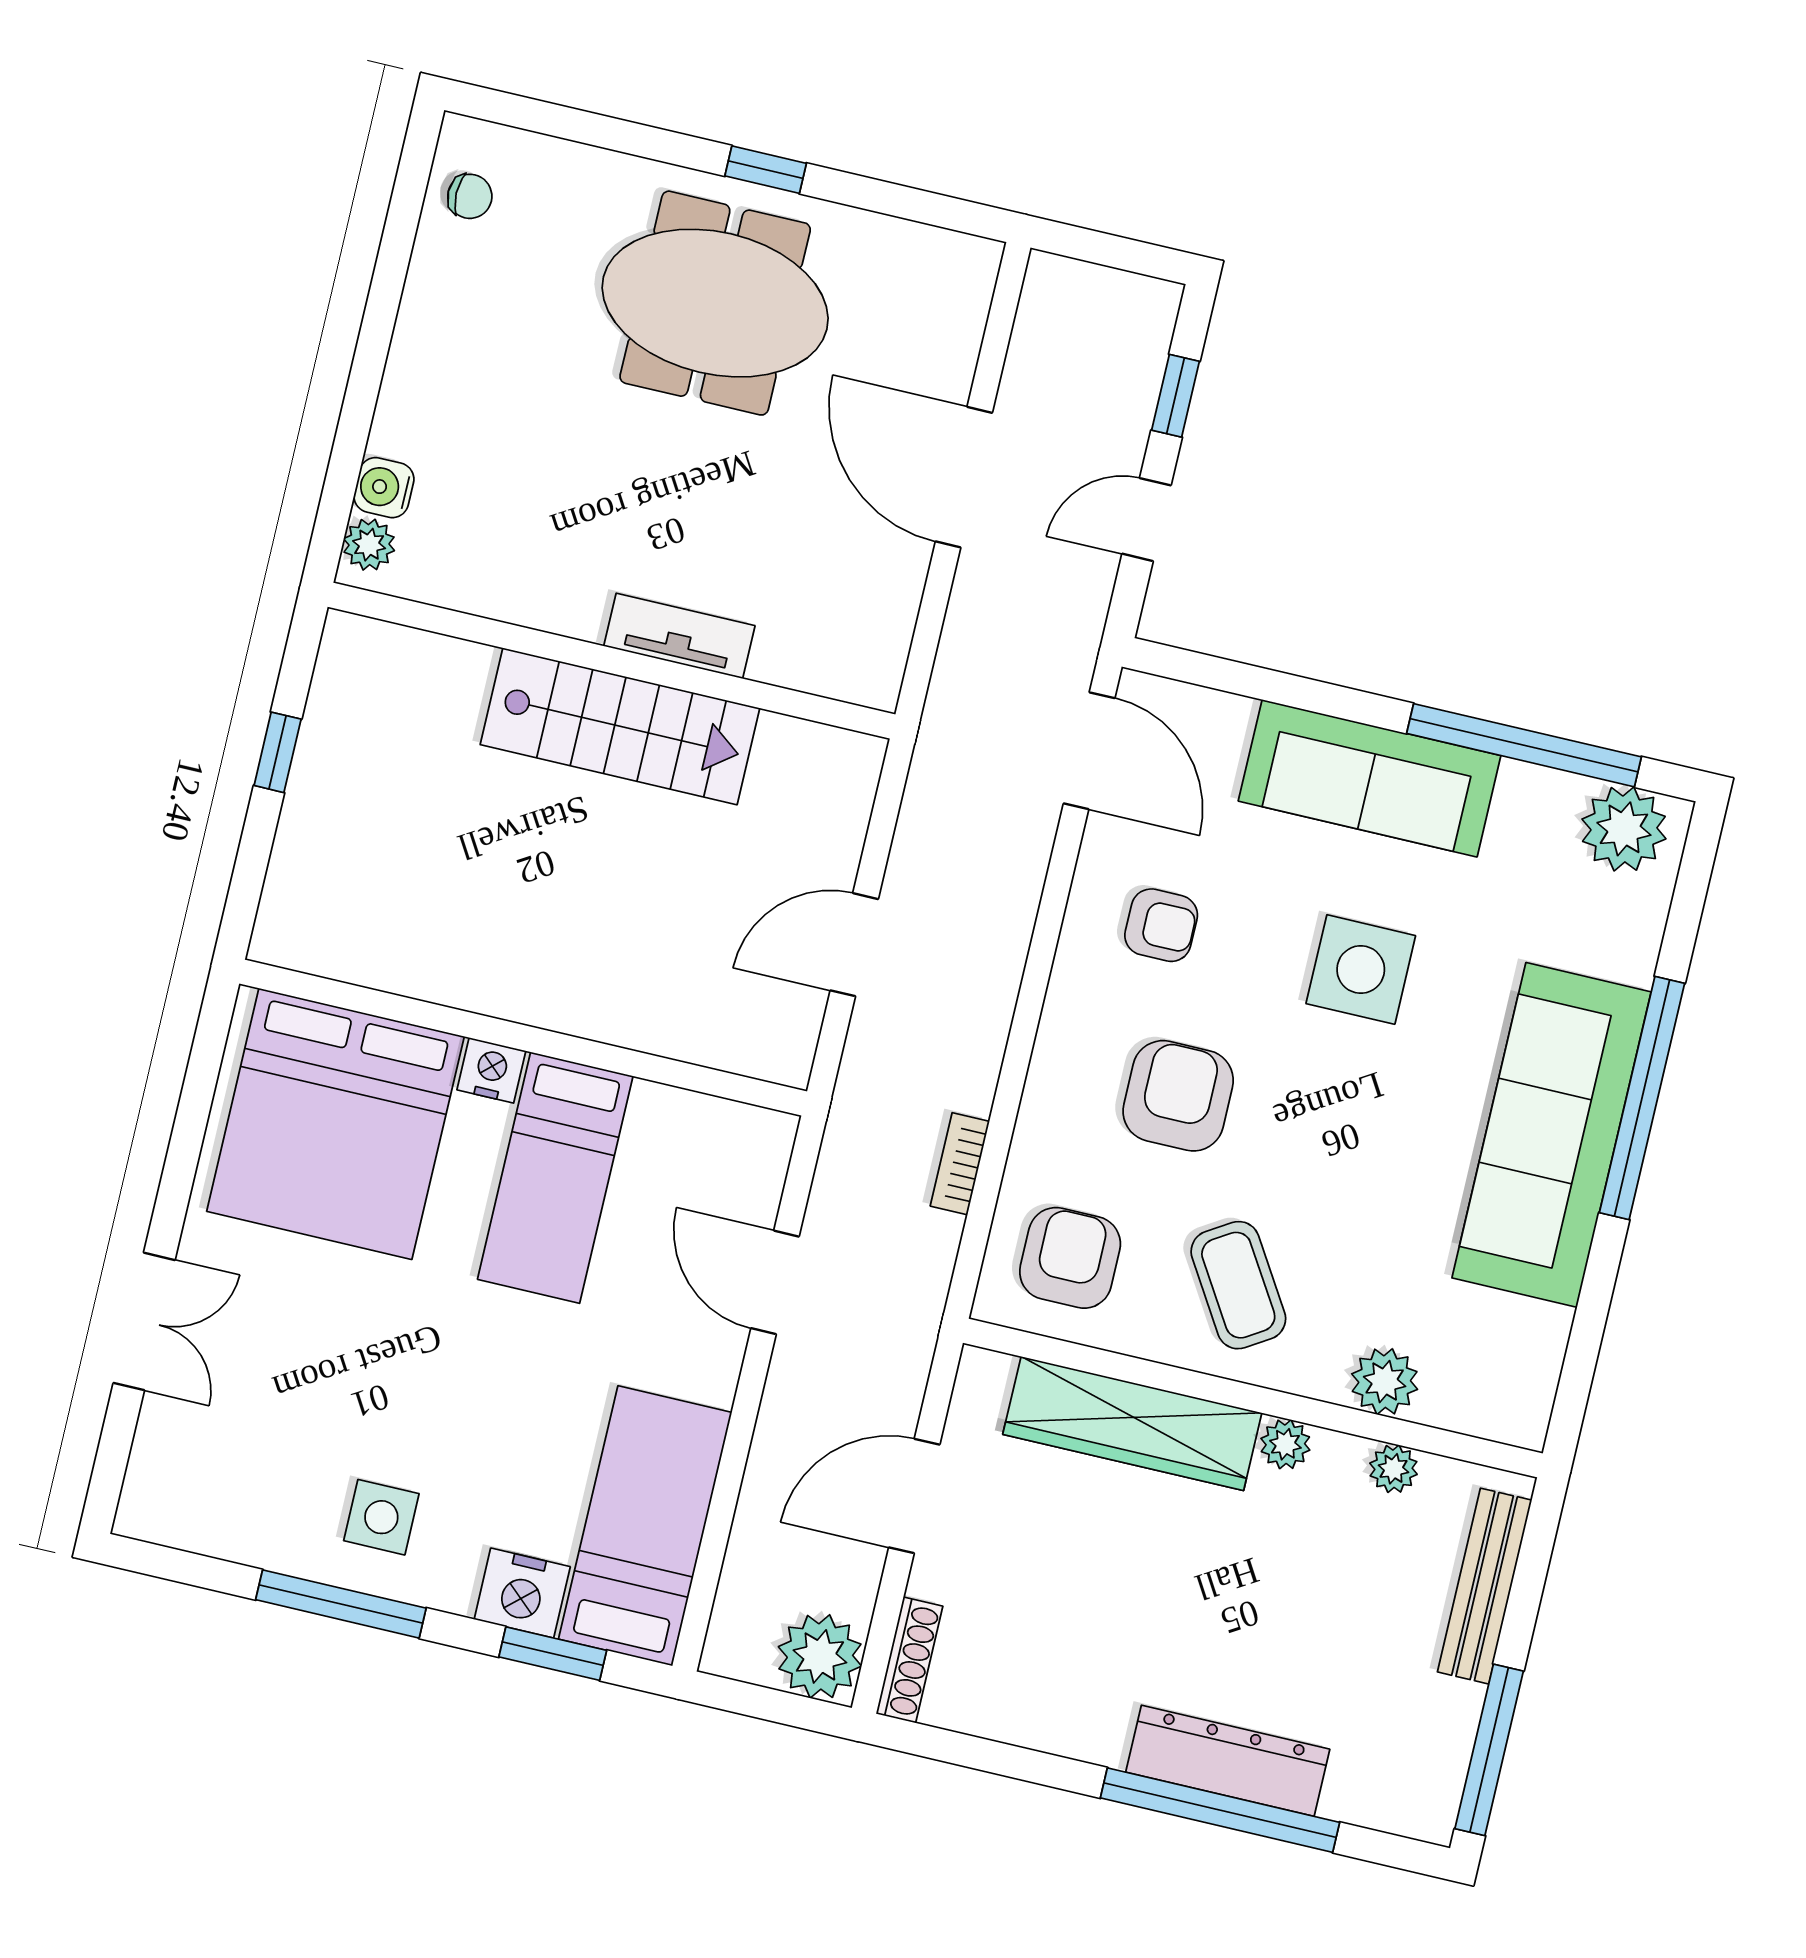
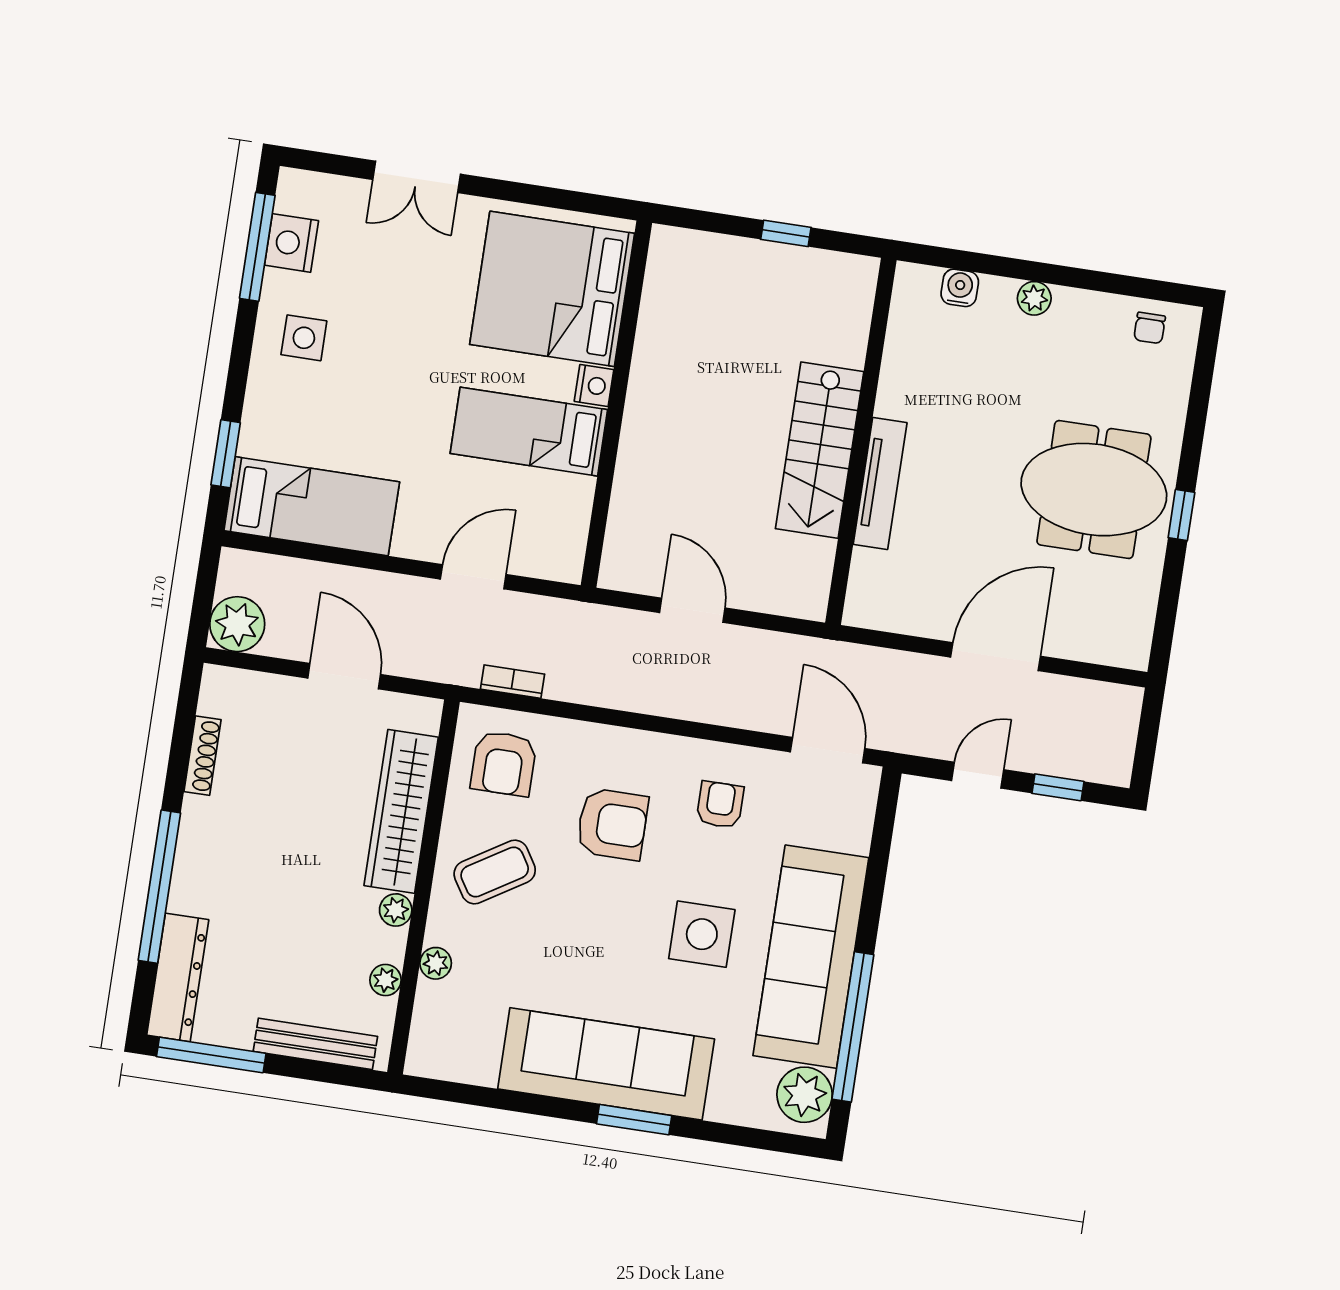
meeting table: (715, 303) -> (1094, 490), turned 90
door: (1146, 520) -> (978, 775), hinge flipped
plant: (369, 545) -> (1034, 298), moved
tv unit: (679, 636) -> (880, 483), width x1.41
door: (1089, 751) -> (828, 750), swing flipped
sofa: (1370, 778) -> (811, 957), width x1.36, depth x1.27
armchair: (1161, 925) -> (720, 805), turned 180
window: (1642, 1098) -> (634, 1120), width x0.47
bookcase: (960, 1164) -> (512, 682), moved
armchair: (1070, 1258) -> (504, 763), turned 90
plant: (1385, 1382) -> (436, 963), width x0.73, depth x0.73
nightstand: (522, 1593) -> (291, 243), moved
window: (341, 1604) -> (257, 247), moved
shoe rack: (909, 1660) -> (203, 756), moved, turned -90
dresser: (1228, 1761) -> (178, 977), moved

